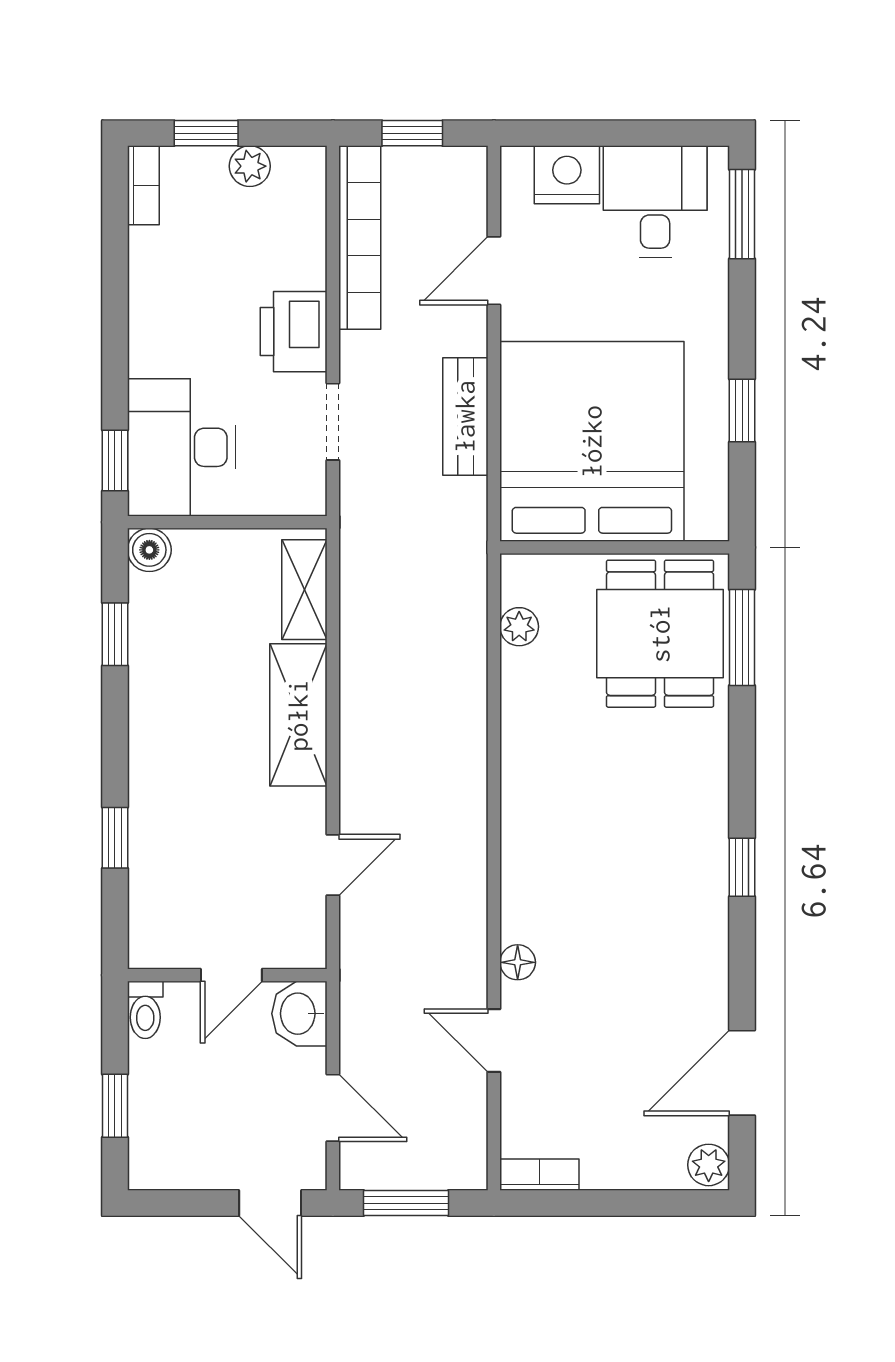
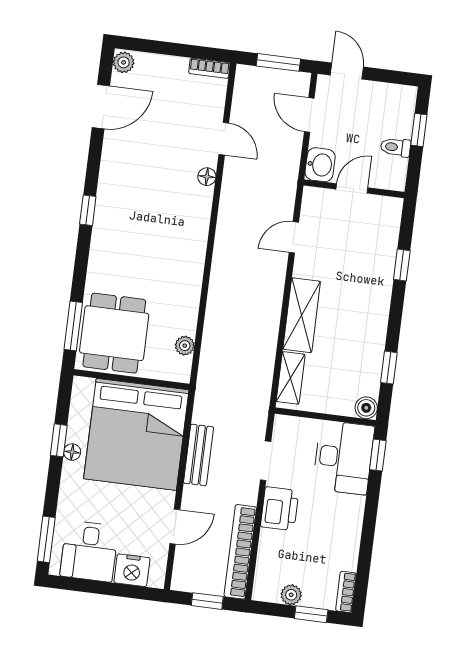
floor lamp: (713, 391) -> (72, 452), added
toilet: (145, 1010) -> (396, 147), moved, turned -90

